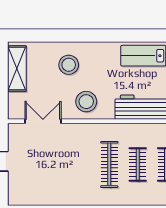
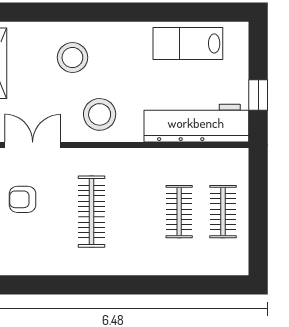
armchair: (36, 157) -> (23, 199), added
clothes rail: (109, 164) -> (91, 212), moved

